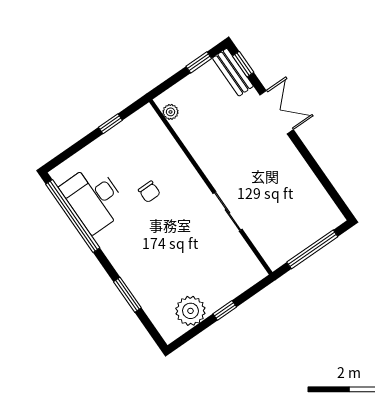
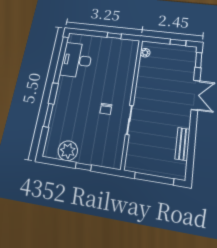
bench: (233, 72) -> (183, 144), moved
chair: (149, 192) -> (106, 109), moved

